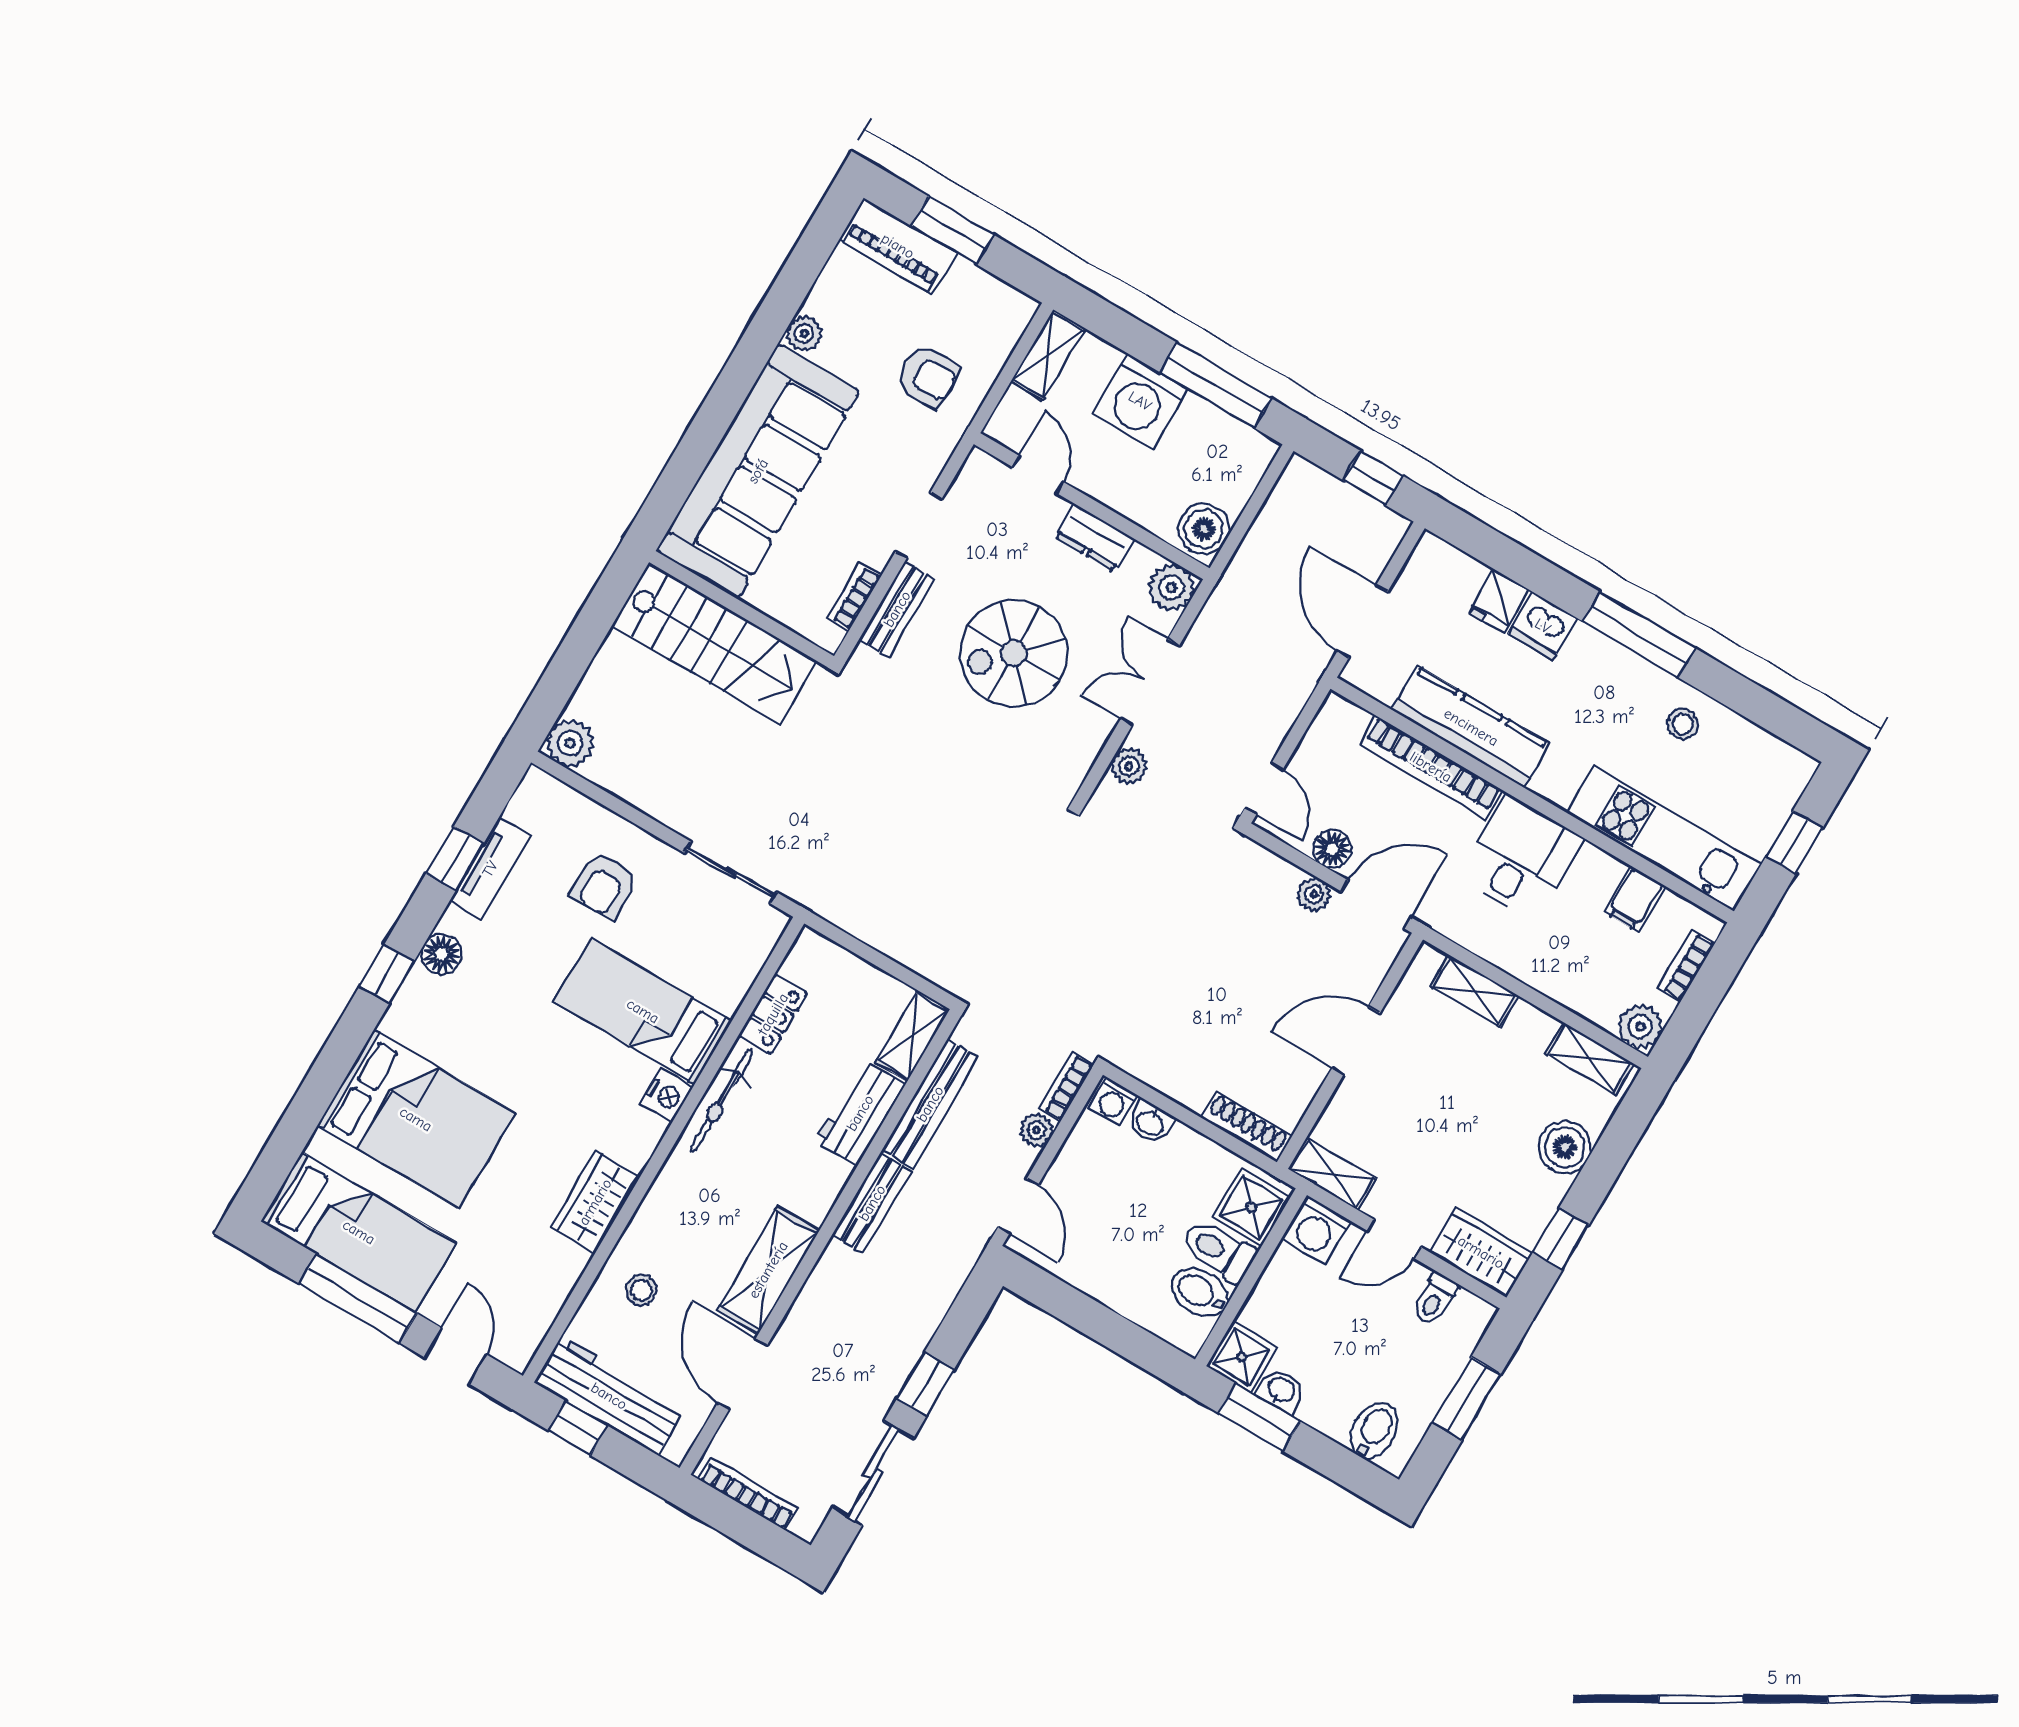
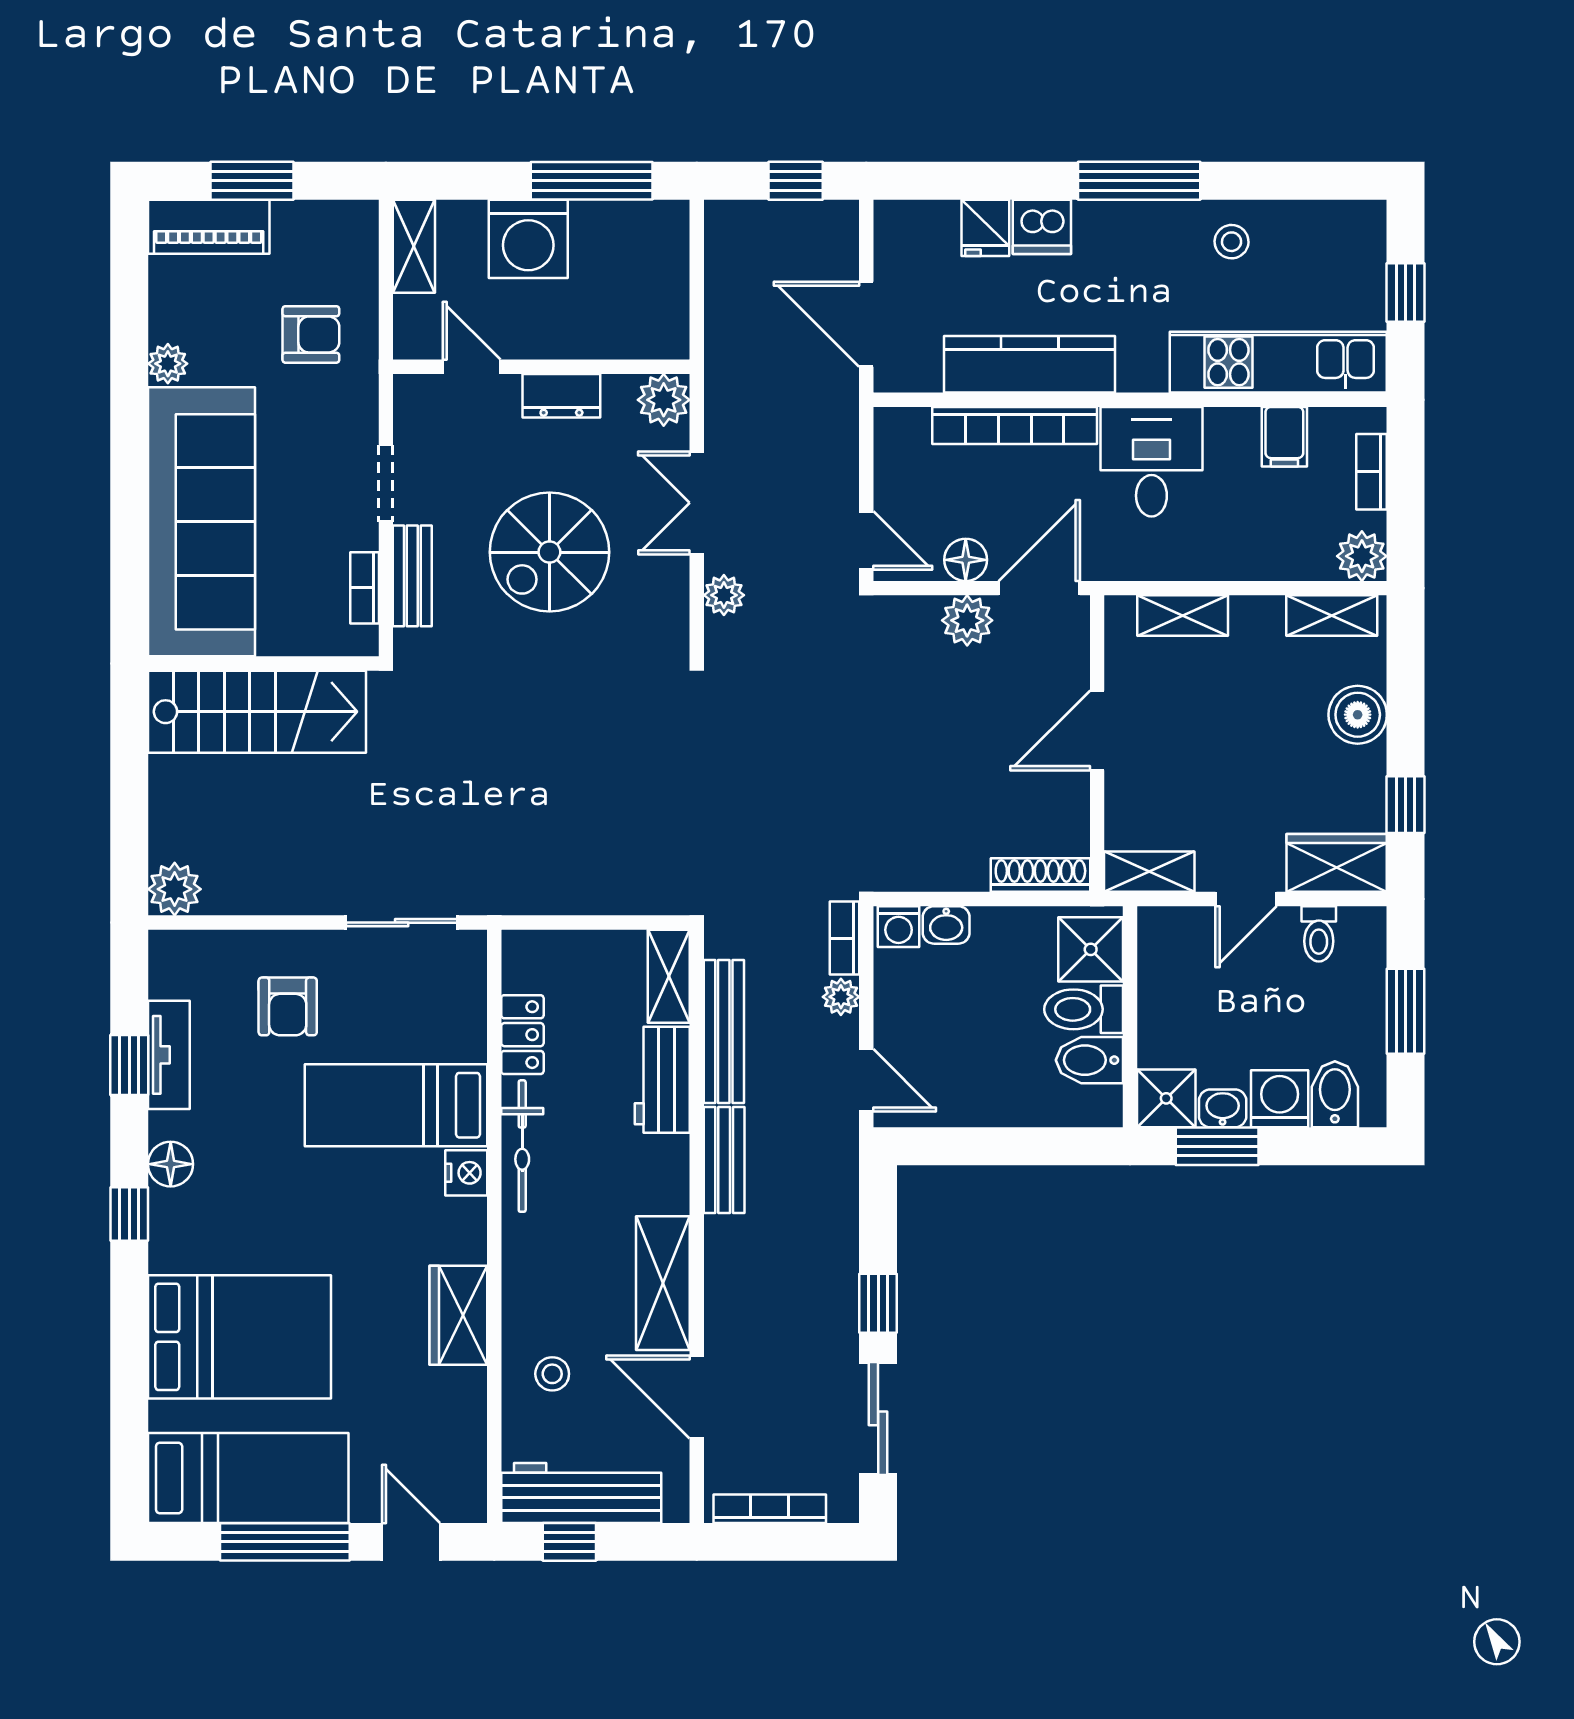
boiler: (1204, 529) -> (662, 325), removed
plant: (1314, 894) -> (967, 620), width x1.38, depth x1.38
washing machine: (1316, 1230) -> (1280, 1099), moved, turned 180

